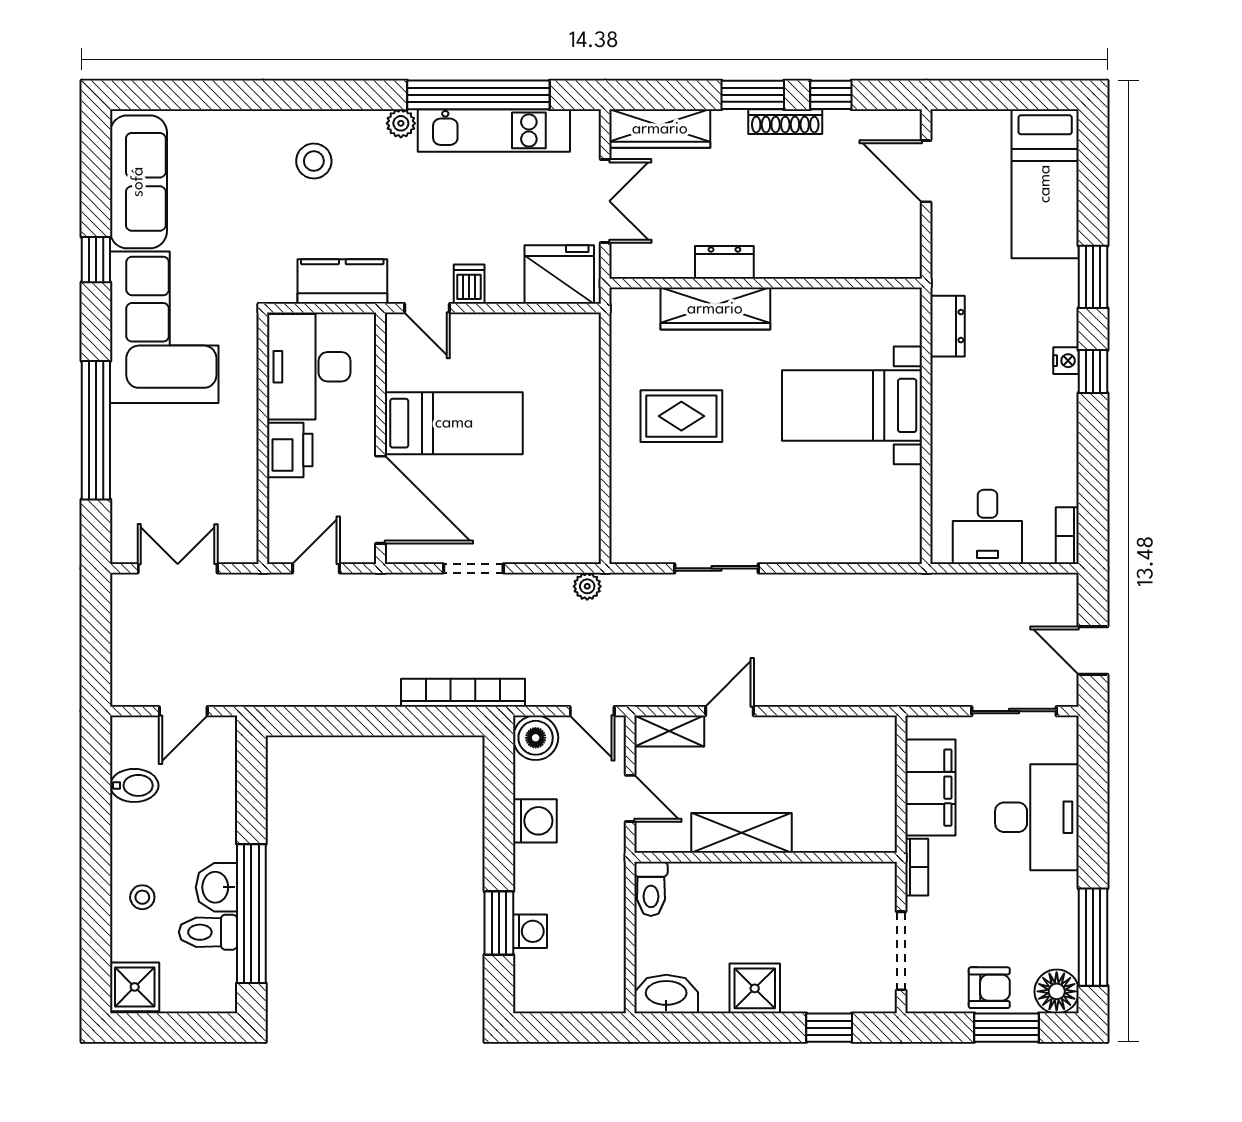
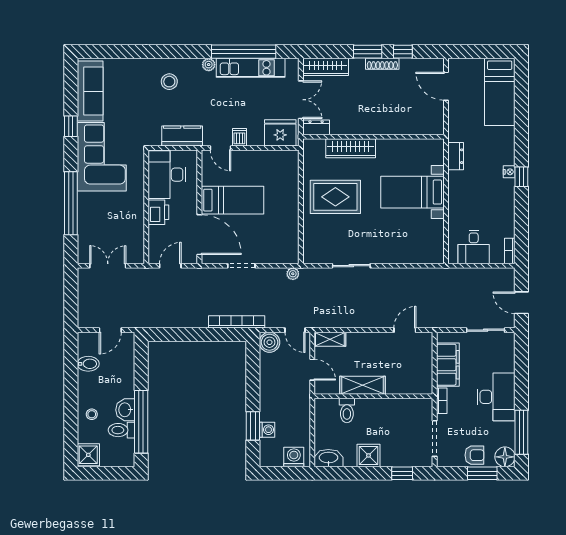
dresser: (724, 262) -> (316, 127), moved
window: (1093, 277) -> (521, 134), removed
rug: (681, 416) -> (335, 197), width x1.36, depth x1.43
door: (730, 711) -> (405, 330), moved
desk: (1037, 817) -> (496, 397), moved
washing machine: (535, 821) -> (294, 457), moved, turned -90
toilet: (651, 889) -> (347, 410), moved

